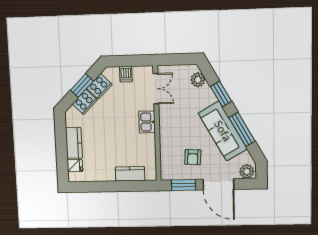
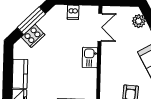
window: (82, 86) -> (31, 21), width x1.44
cooker: (99, 86) -> (48, 22), removed

